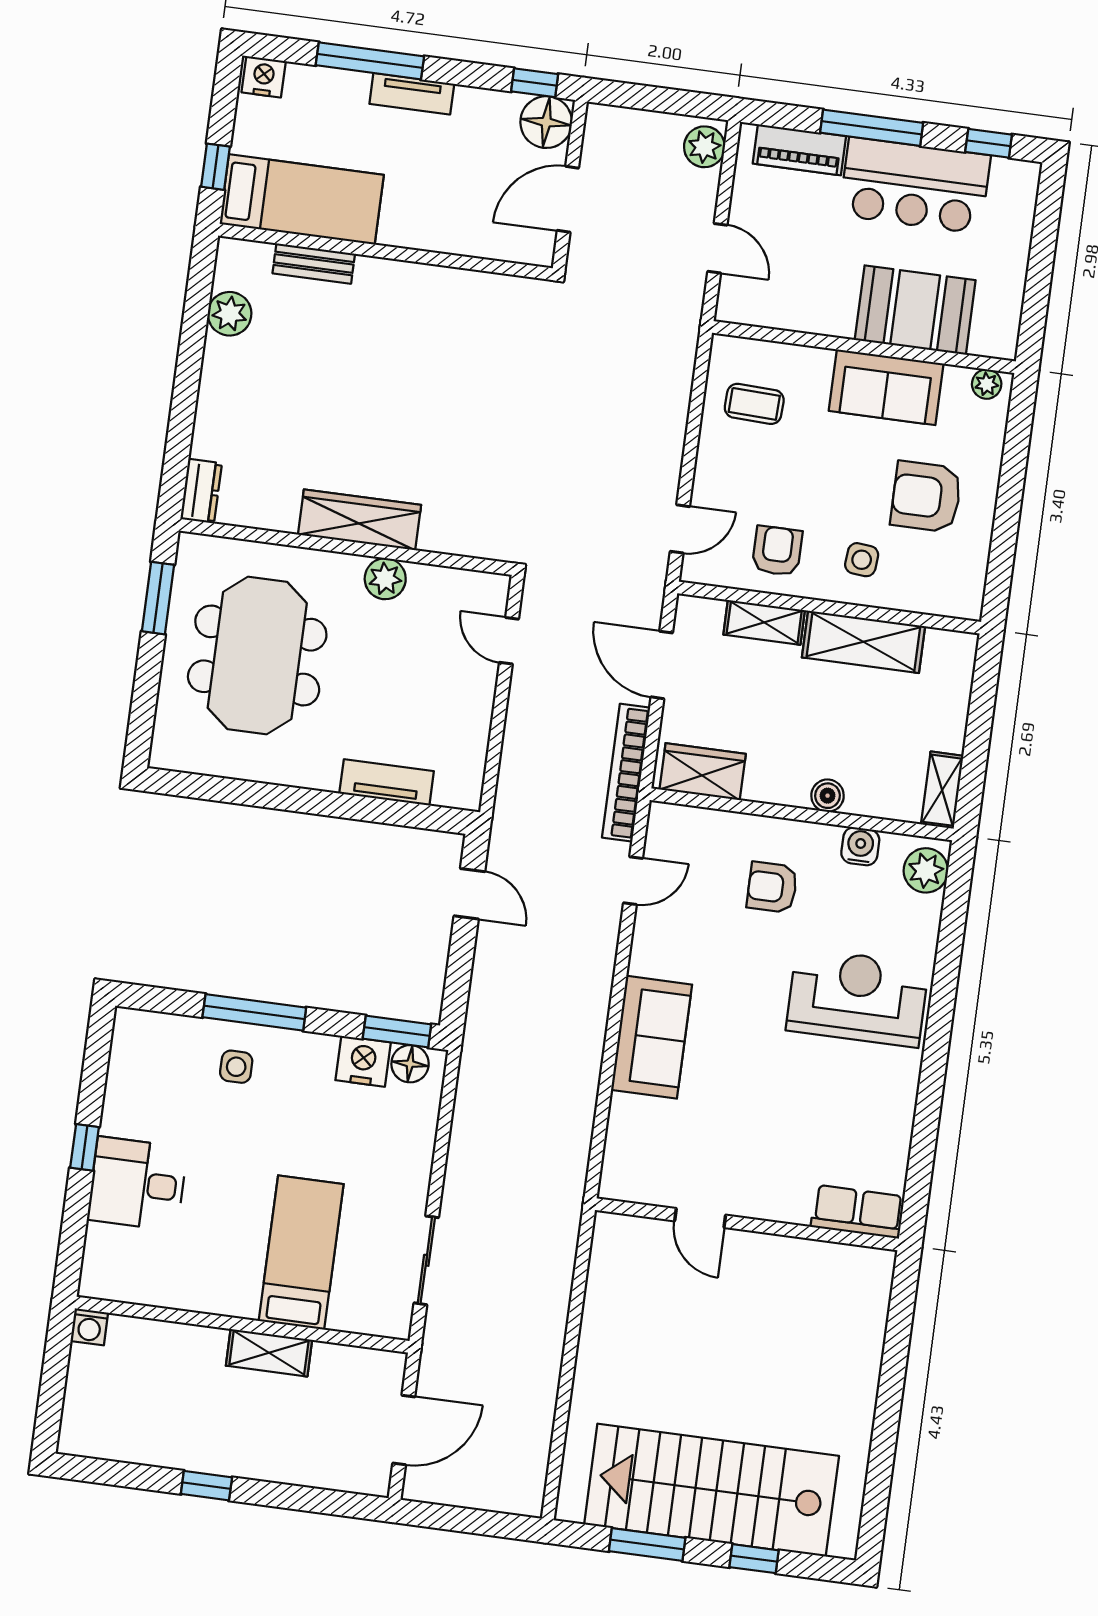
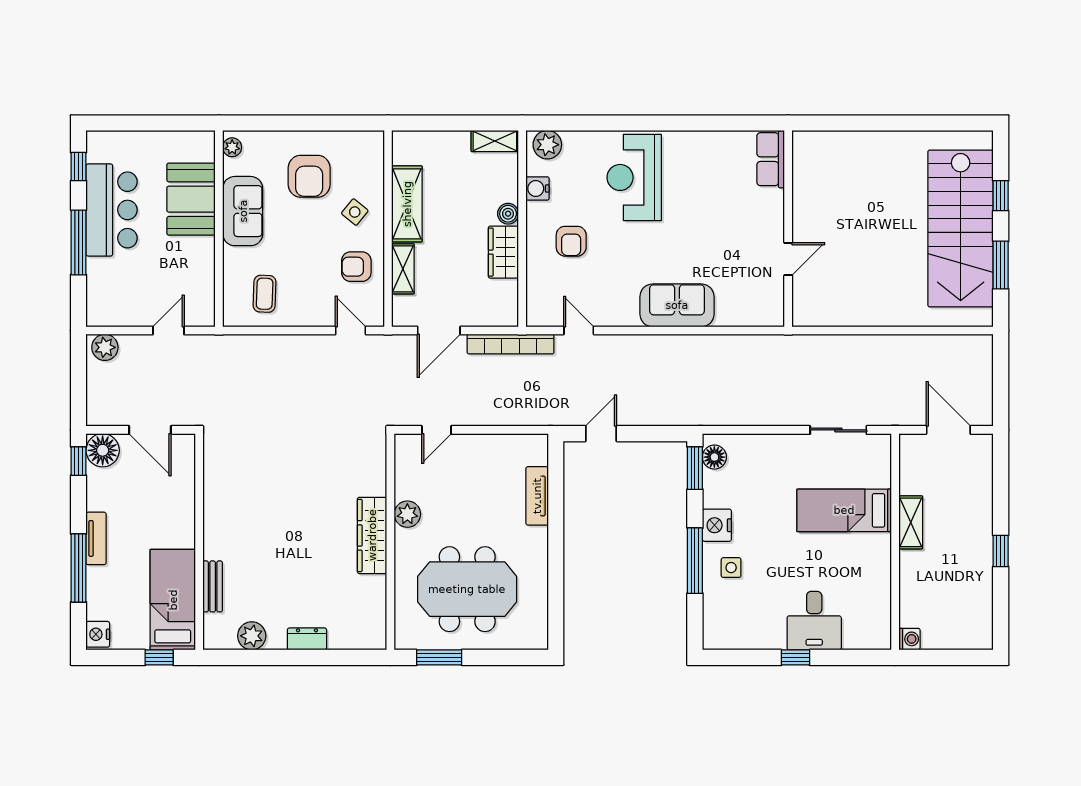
piano: (799, 150) -> (99, 287), removed
dresser: (201, 491) -> (307, 639), moved
side table: (862, 560) -> (355, 212), turned 34
wardrobe: (703, 772) -> (503, 252), moved
nightstand: (363, 1061) -> (717, 525), moved

